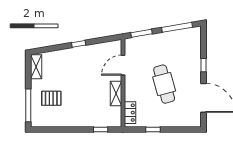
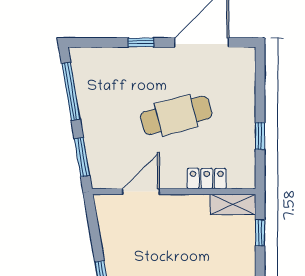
door: (123, 65) -> (141, 192), swing flipped
shelving: (116, 94) -> (233, 204), moved
locker: (130, 113) -> (207, 179), moved

